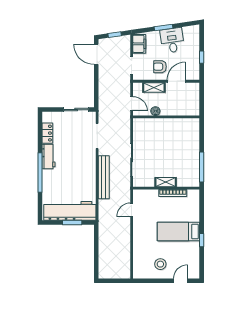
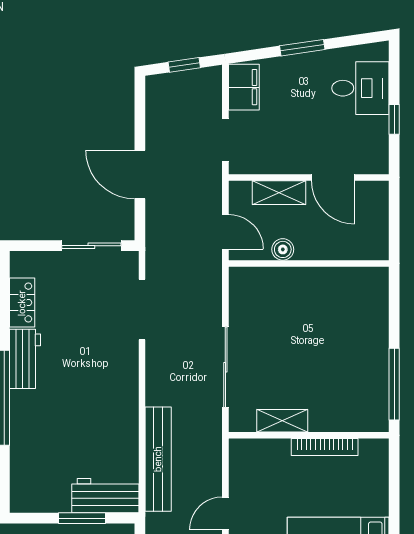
desk: (172, 40) -> (360, 88), moved, turned 98
door: (96, 54) -> (140, 175), moved
armchair: (160, 67) -> (294, 142), removed
door: (176, 81) -> (333, 177), swing flipped
bench: (104, 177) -> (158, 459), moved
shelving: (166, 182) -> (282, 421), moved
door: (132, 210) -> (225, 513), moved
workbench: (70, 211) -> (105, 496), width x0.53, depth x0.76

